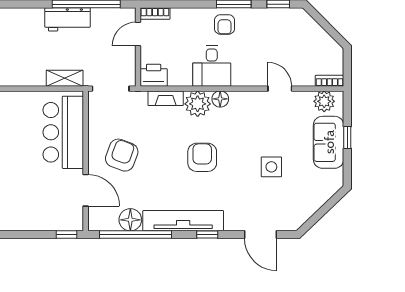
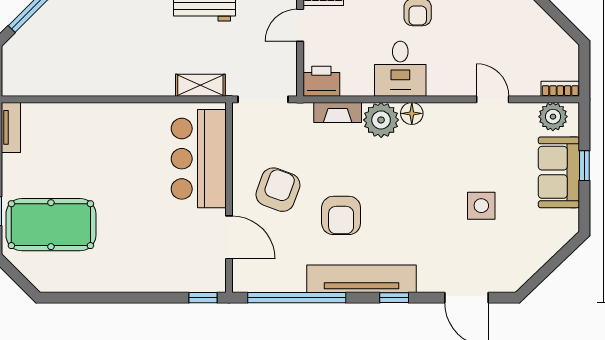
armchair: (202, 157) -> (341, 215), moved, turned 180
floor lamp: (130, 220) -> (290, 278), removed

